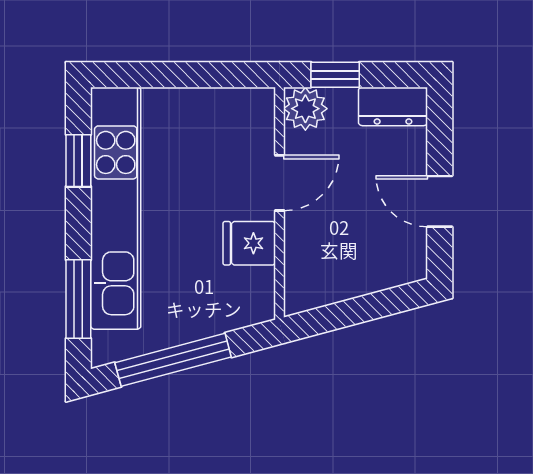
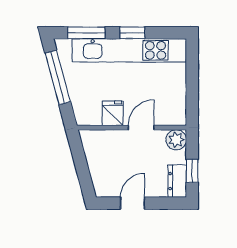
window: (335, 75) -> (192, 171), moved
window: (78, 161) -> (132, 33), moved
door: (280, 183) -> (141, 128), swing flipped

